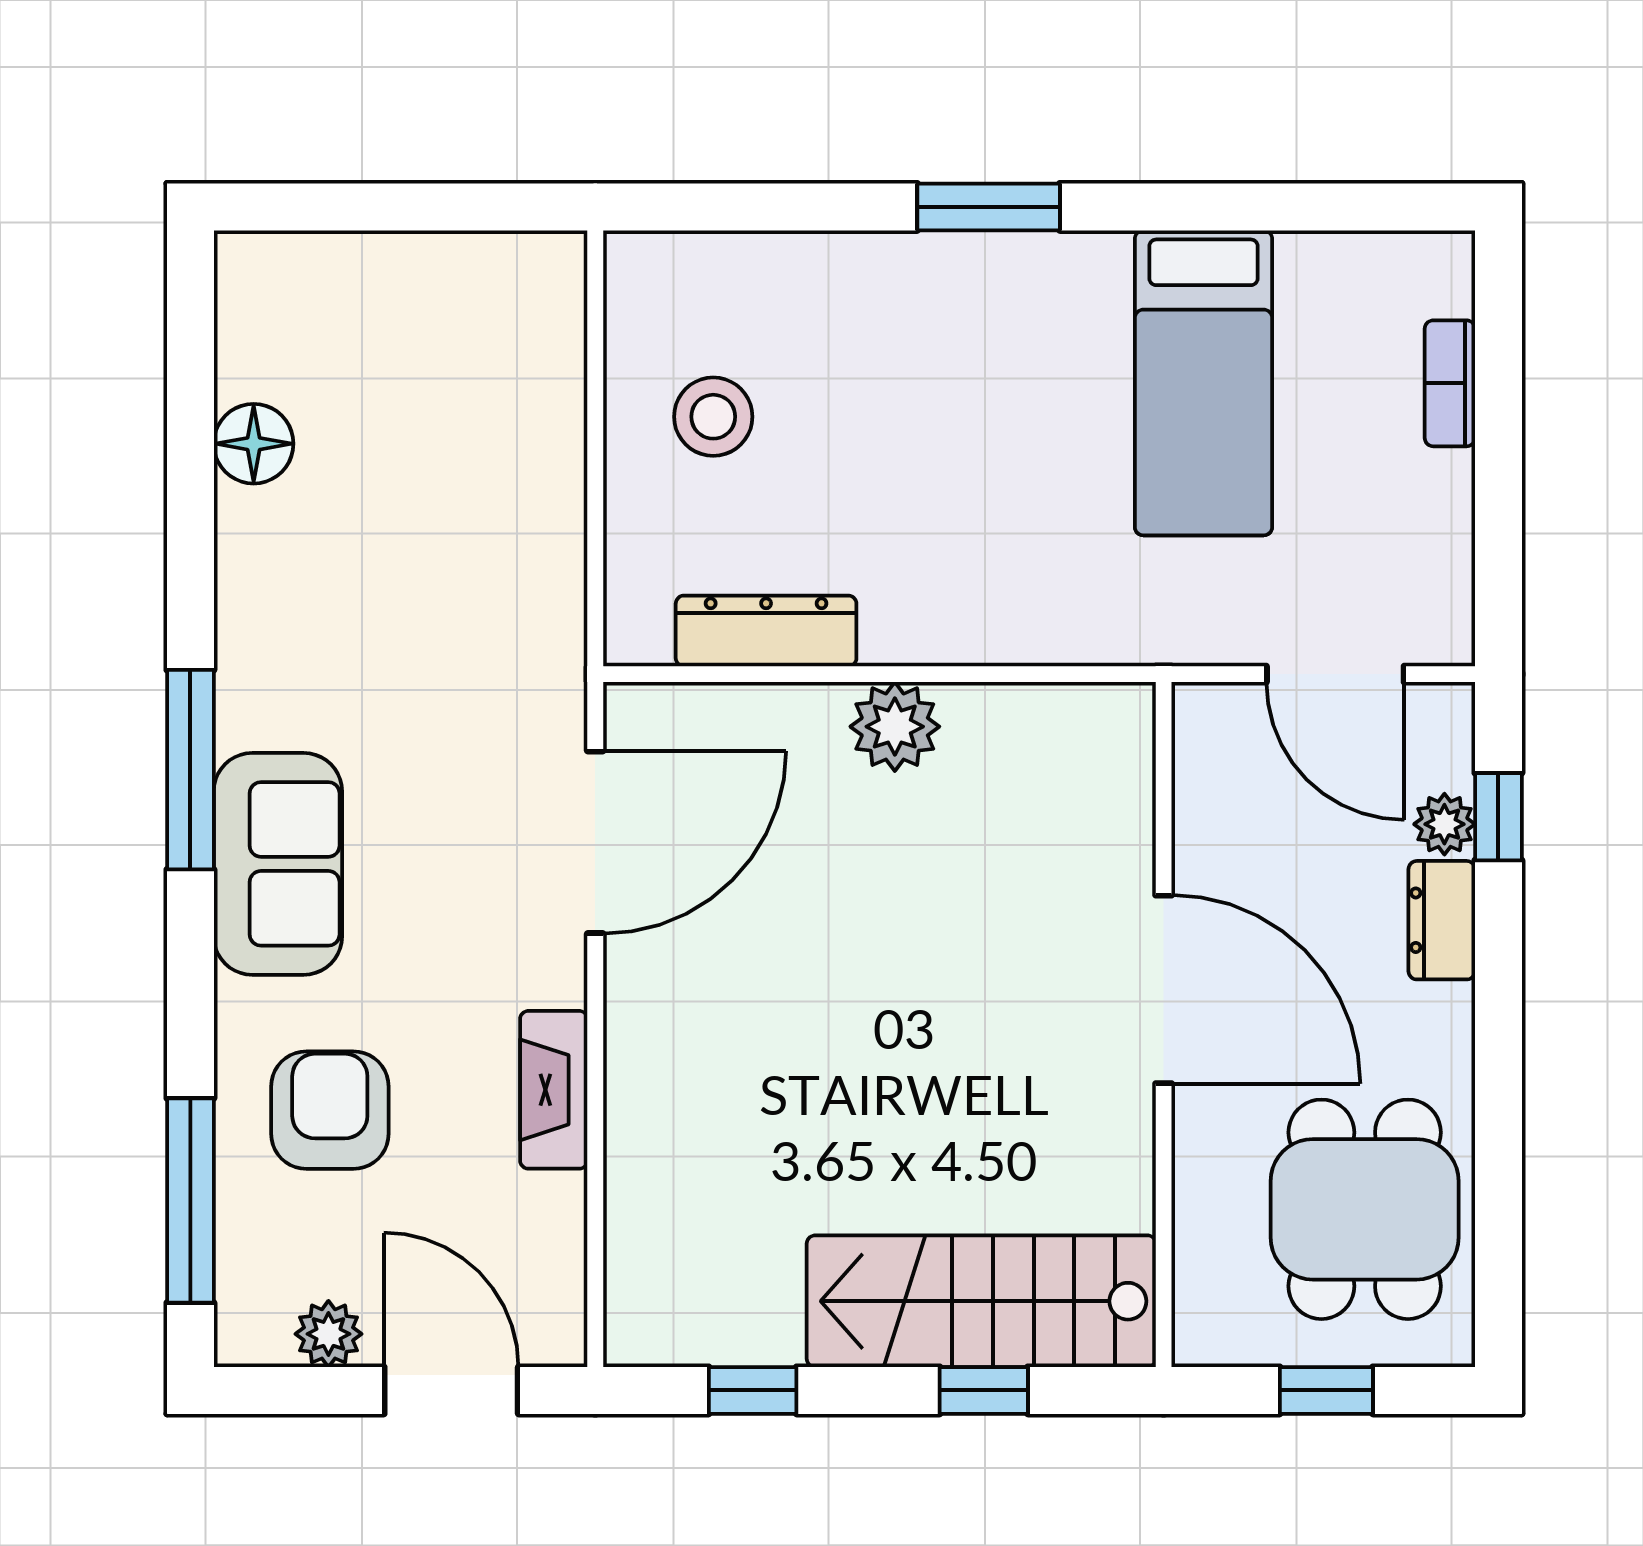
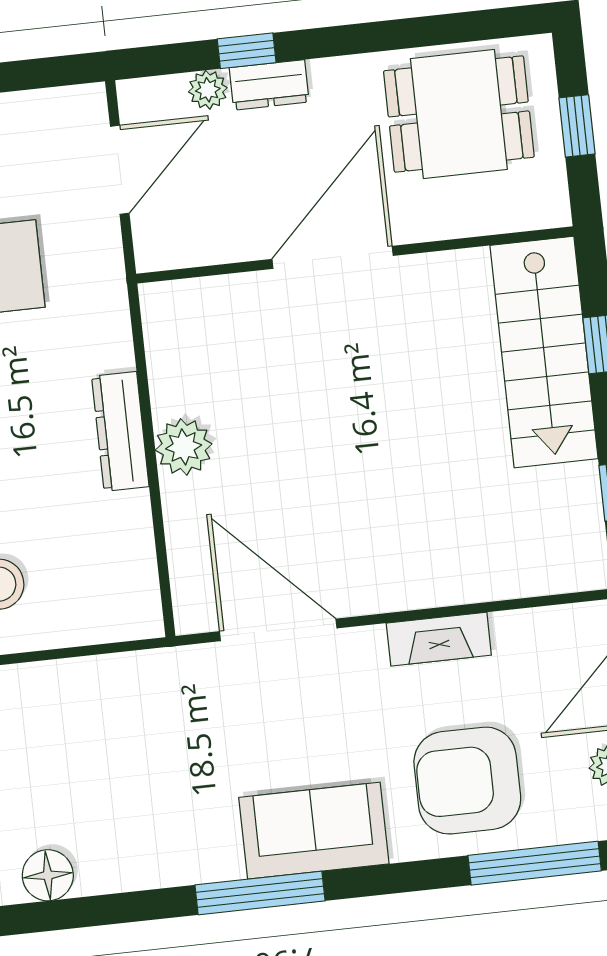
dresser: (766, 631) -> (120, 431), moved
window: (1498, 817) -> (247, 51), moved
armchair: (330, 1110) -> (467, 781), width x1.36, depth x1.36

